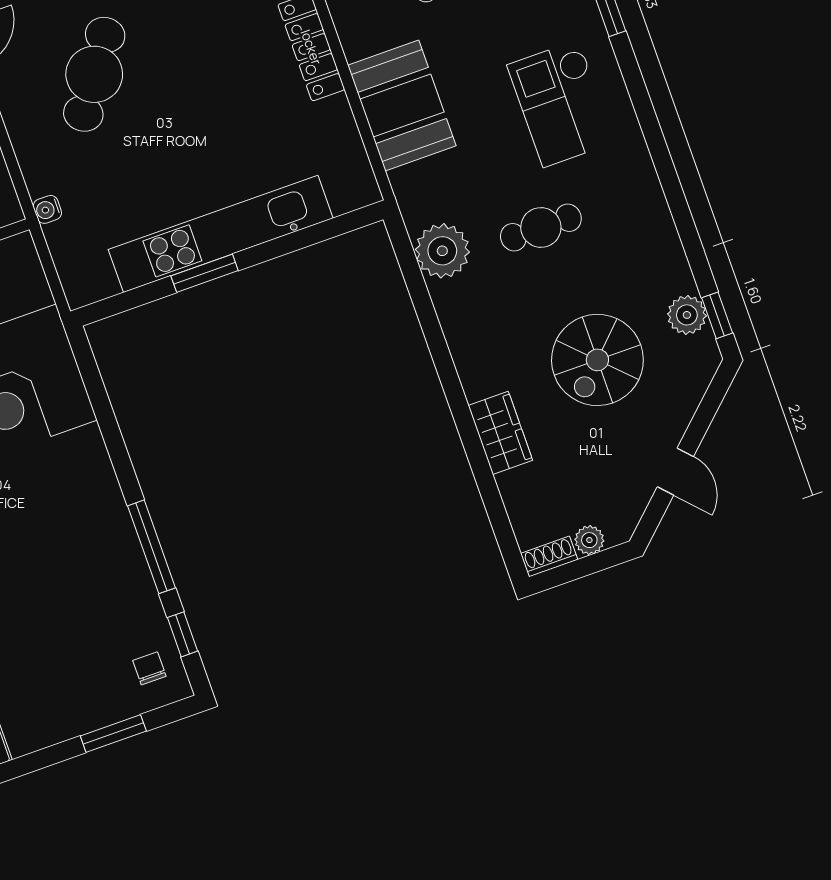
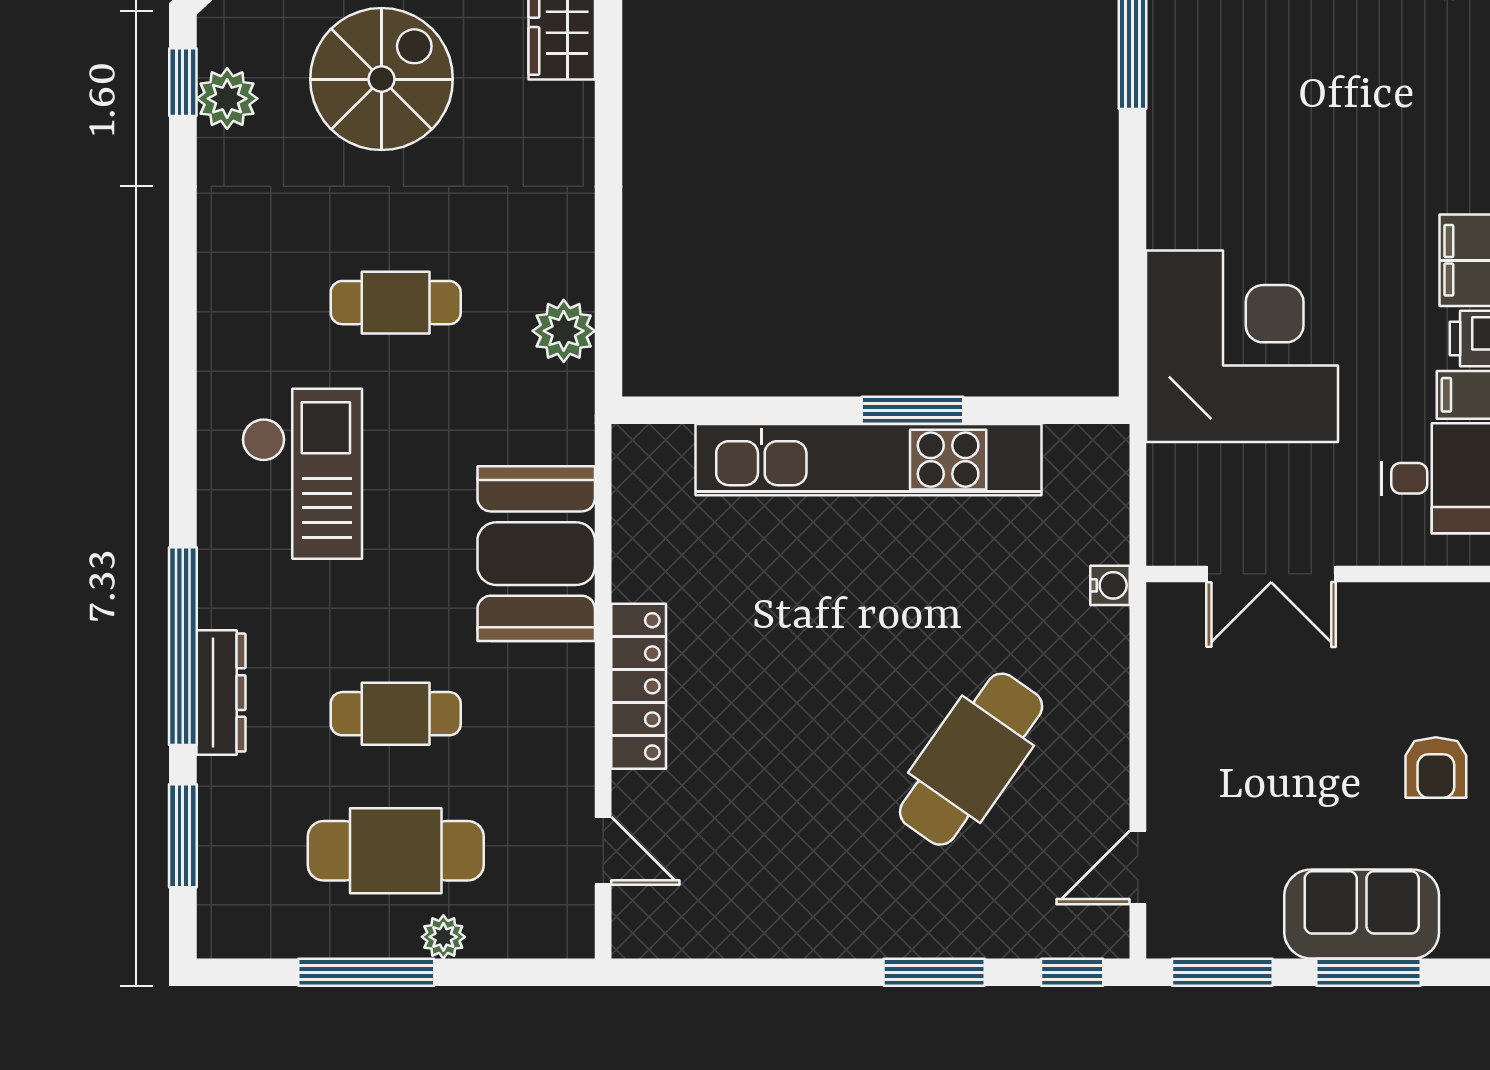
plant: (442, 251) -> (564, 331), width x0.73, depth x0.73

